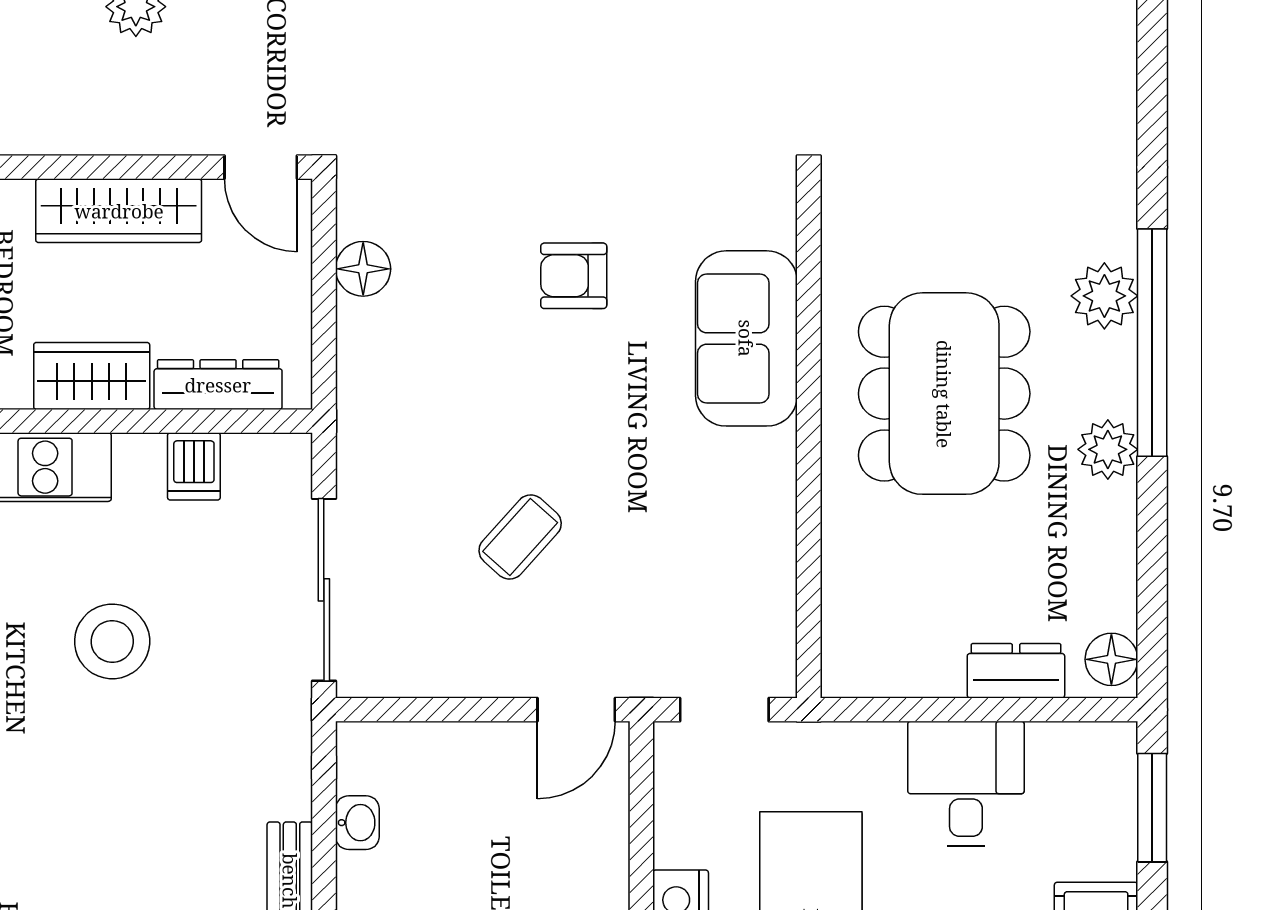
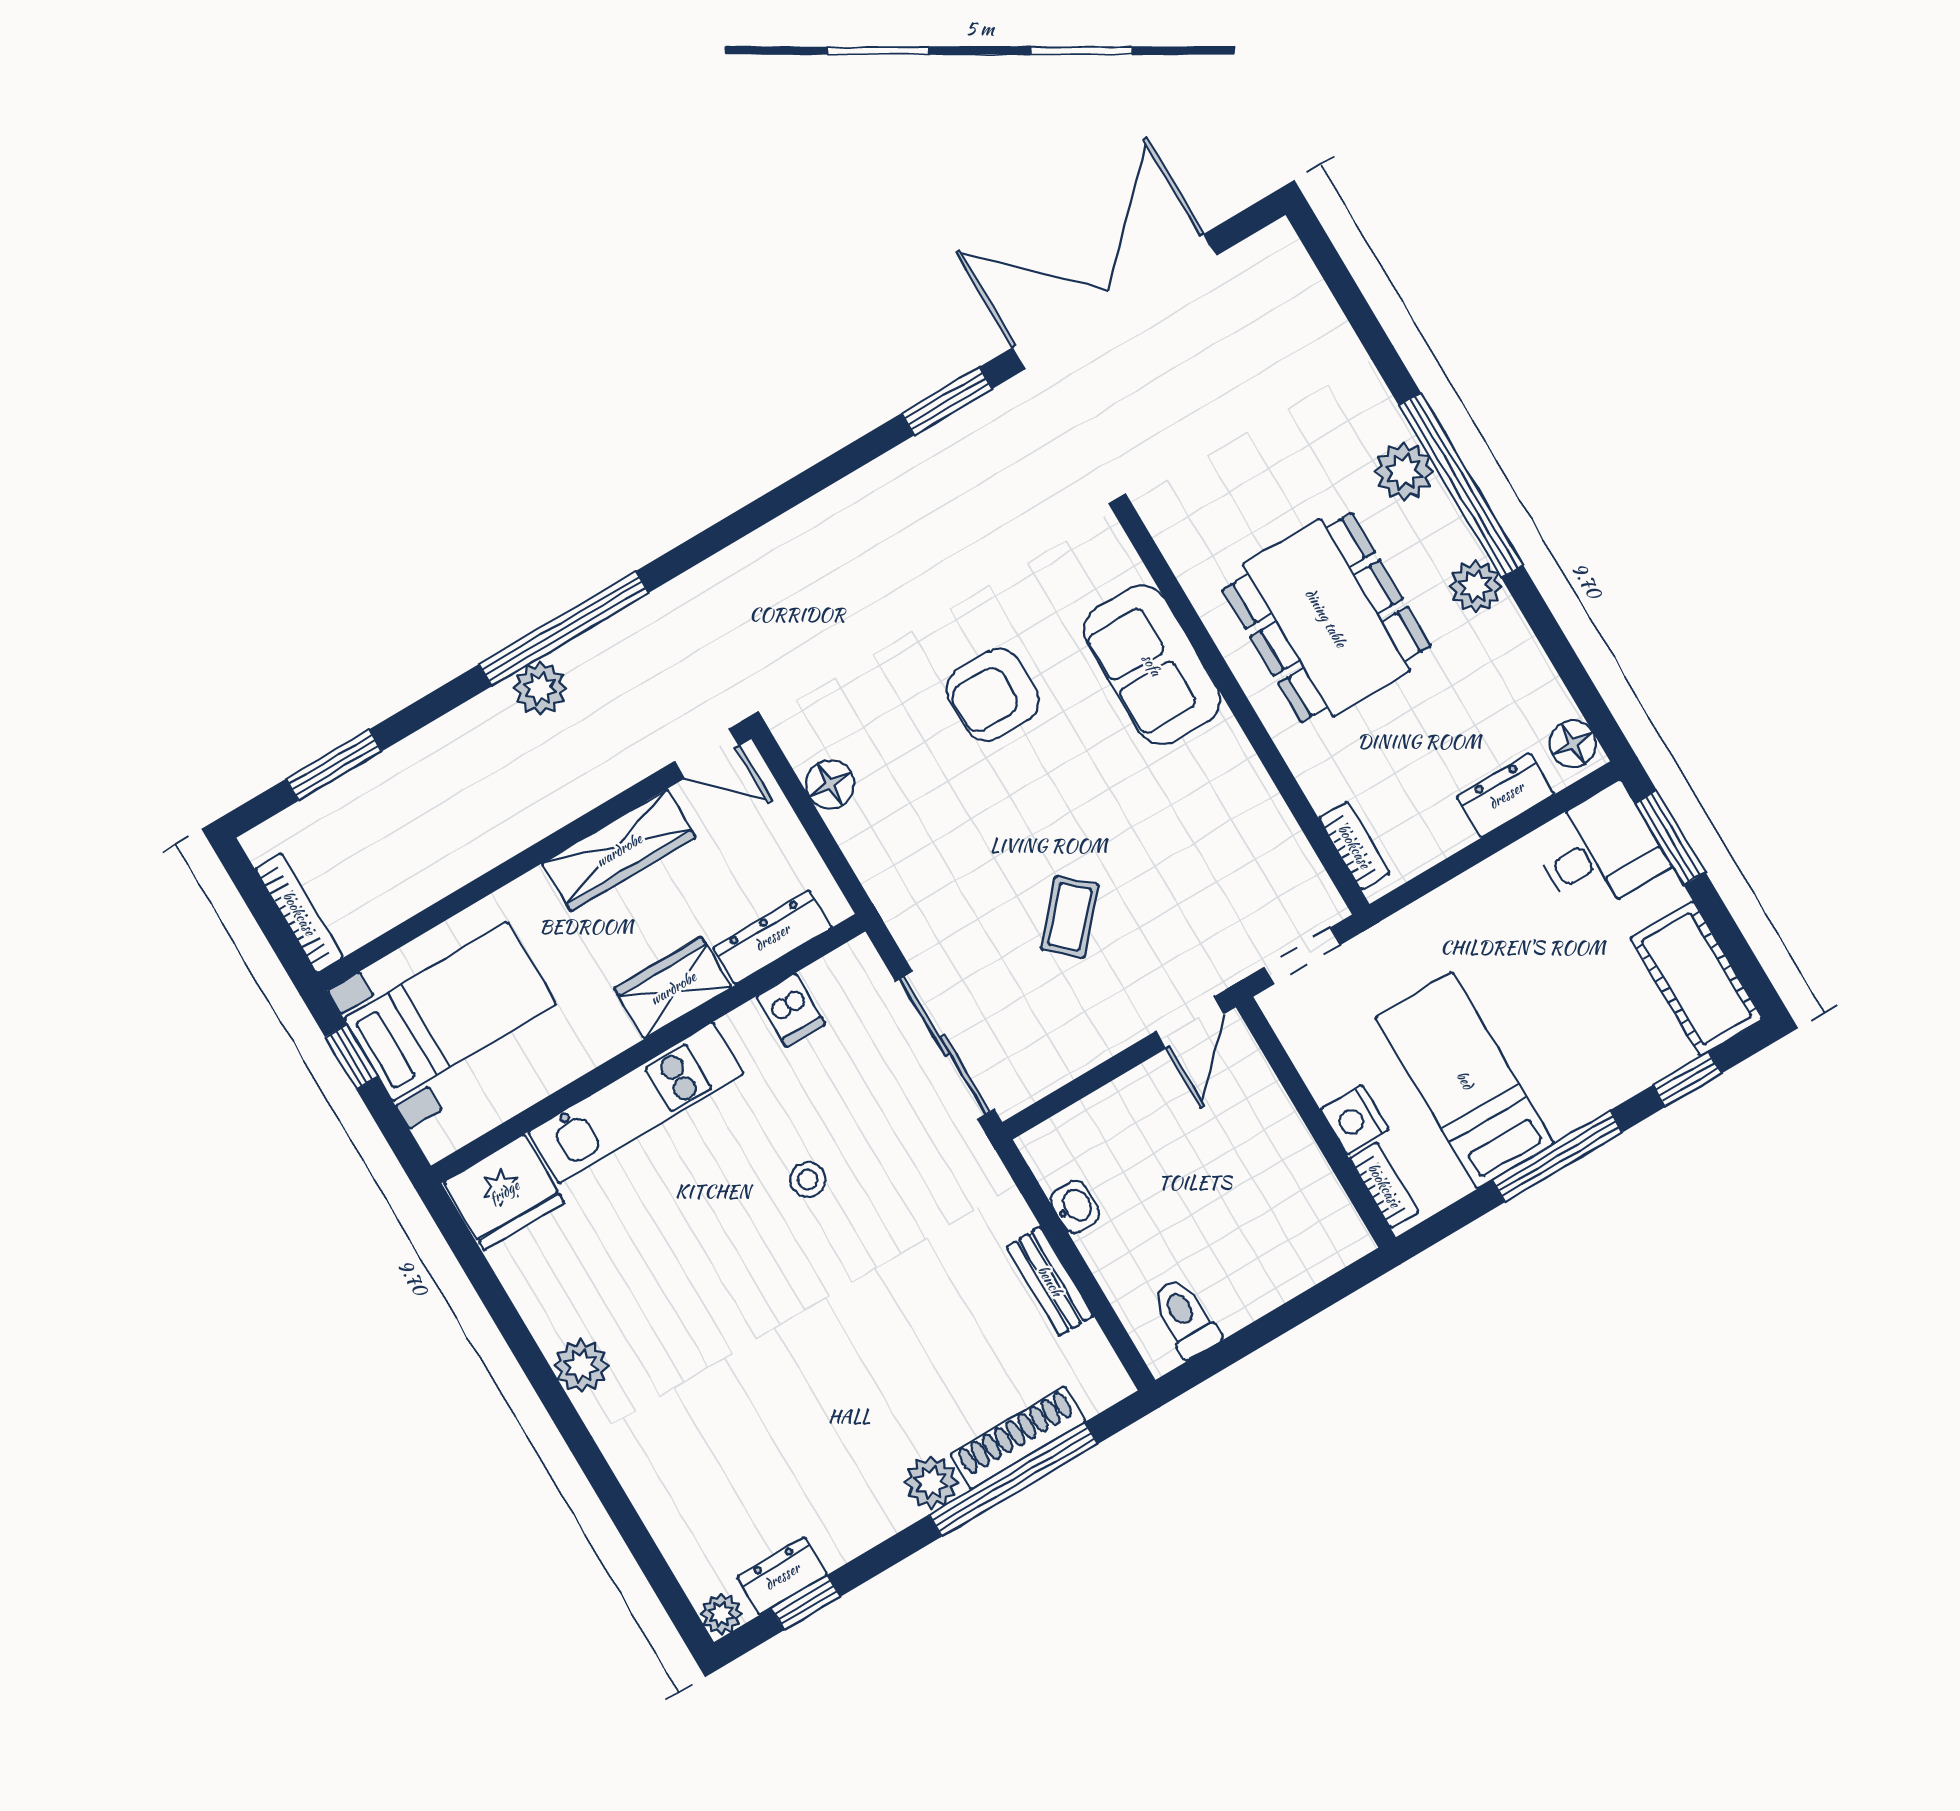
armchair: (574, 276) -> (993, 695), width x1.38, depth x1.38
bookcase: (839, 632) -> (1354, 846), added
stool: (112, 641) -> (808, 1180), width x0.53, depth x0.53
desk: (966, 784) -> (1599, 851), moved, turned 90

